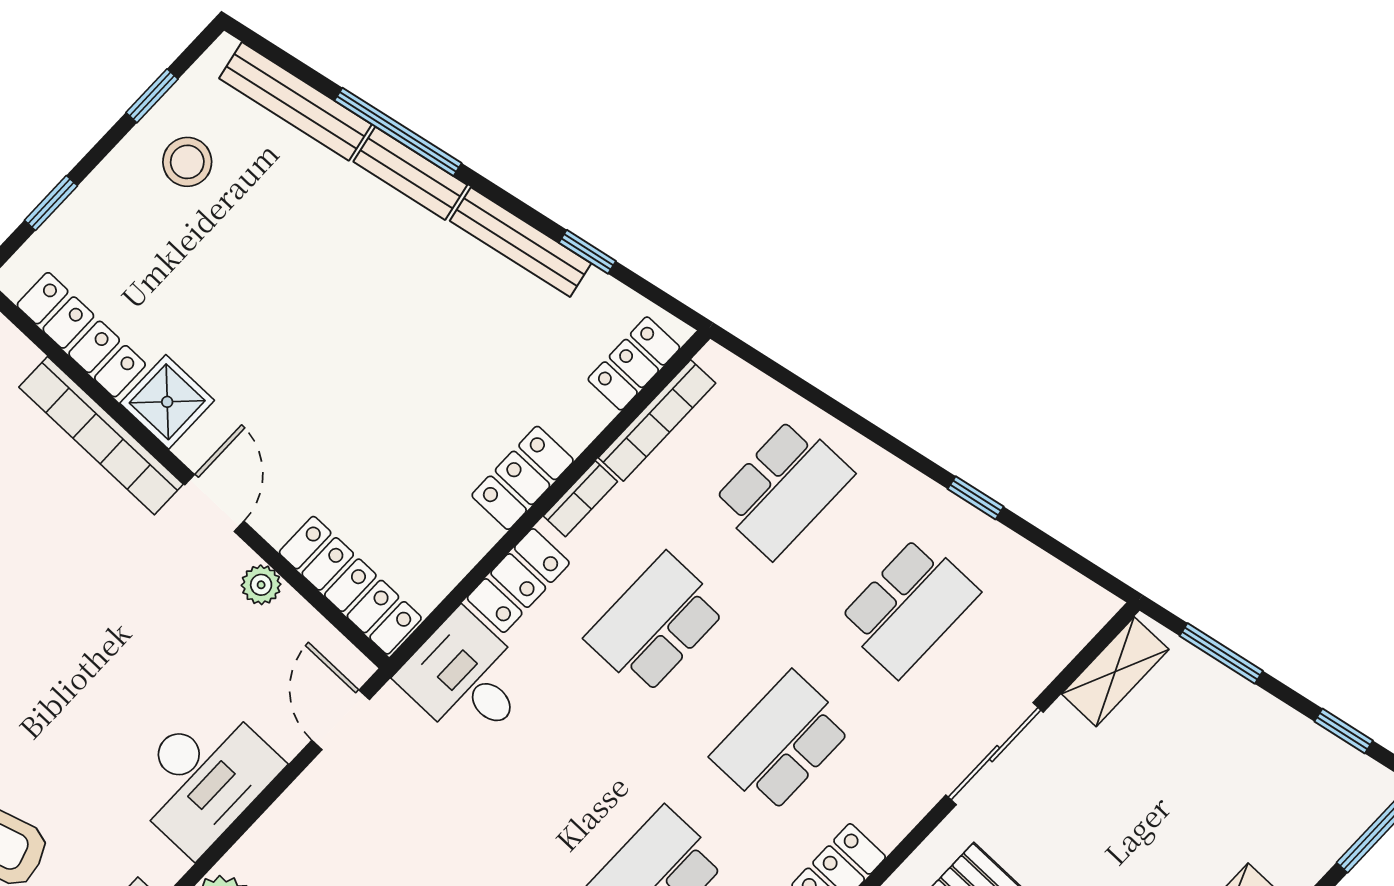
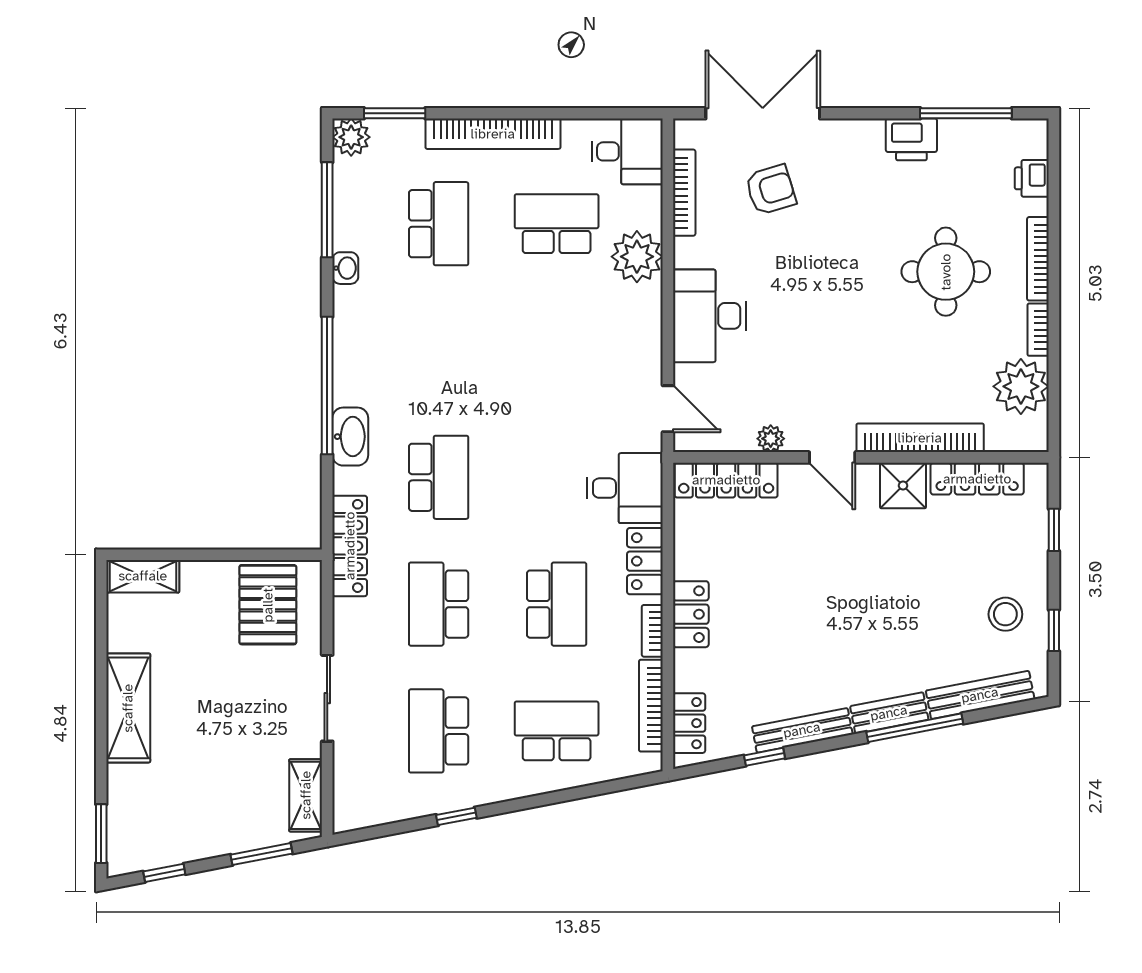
school desk: (783, 488) -> (557, 731), turned 90
school desk: (781, 742) -> (439, 604), turned 180

